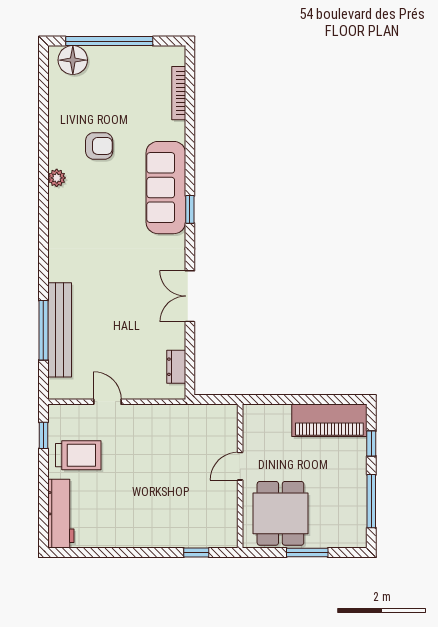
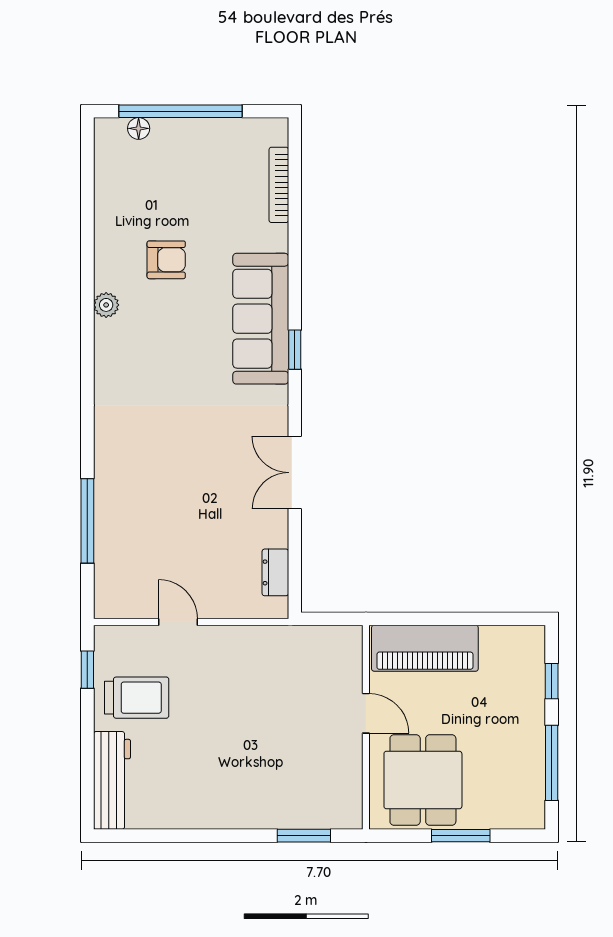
floor lamp: (73, 60) -> (139, 128), width x0.53, depth x0.53
bench: (60, 330) -> (110, 520), removed
piano: (329, 420) -> (425, 648), moved
door: (240, 466) -> (366, 713), swing flipped
window: (196, 553) -> (304, 836), width x1.50

